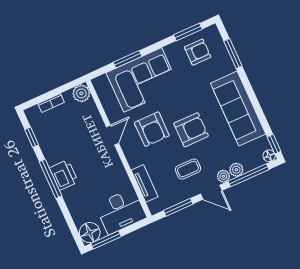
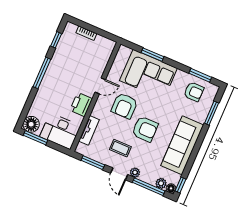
plant: (81, 93) -> (108, 46), removed
plant: (236, 170) -> (161, 183), moved
printer: (64, 175) -> (81, 104), moved, turned 180

